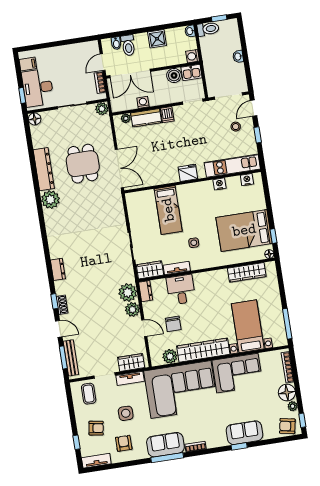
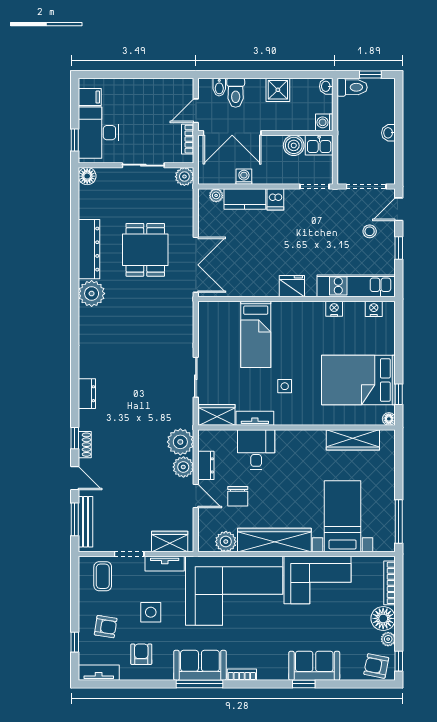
dresser: (146, 291) -> (206, 465), moved

